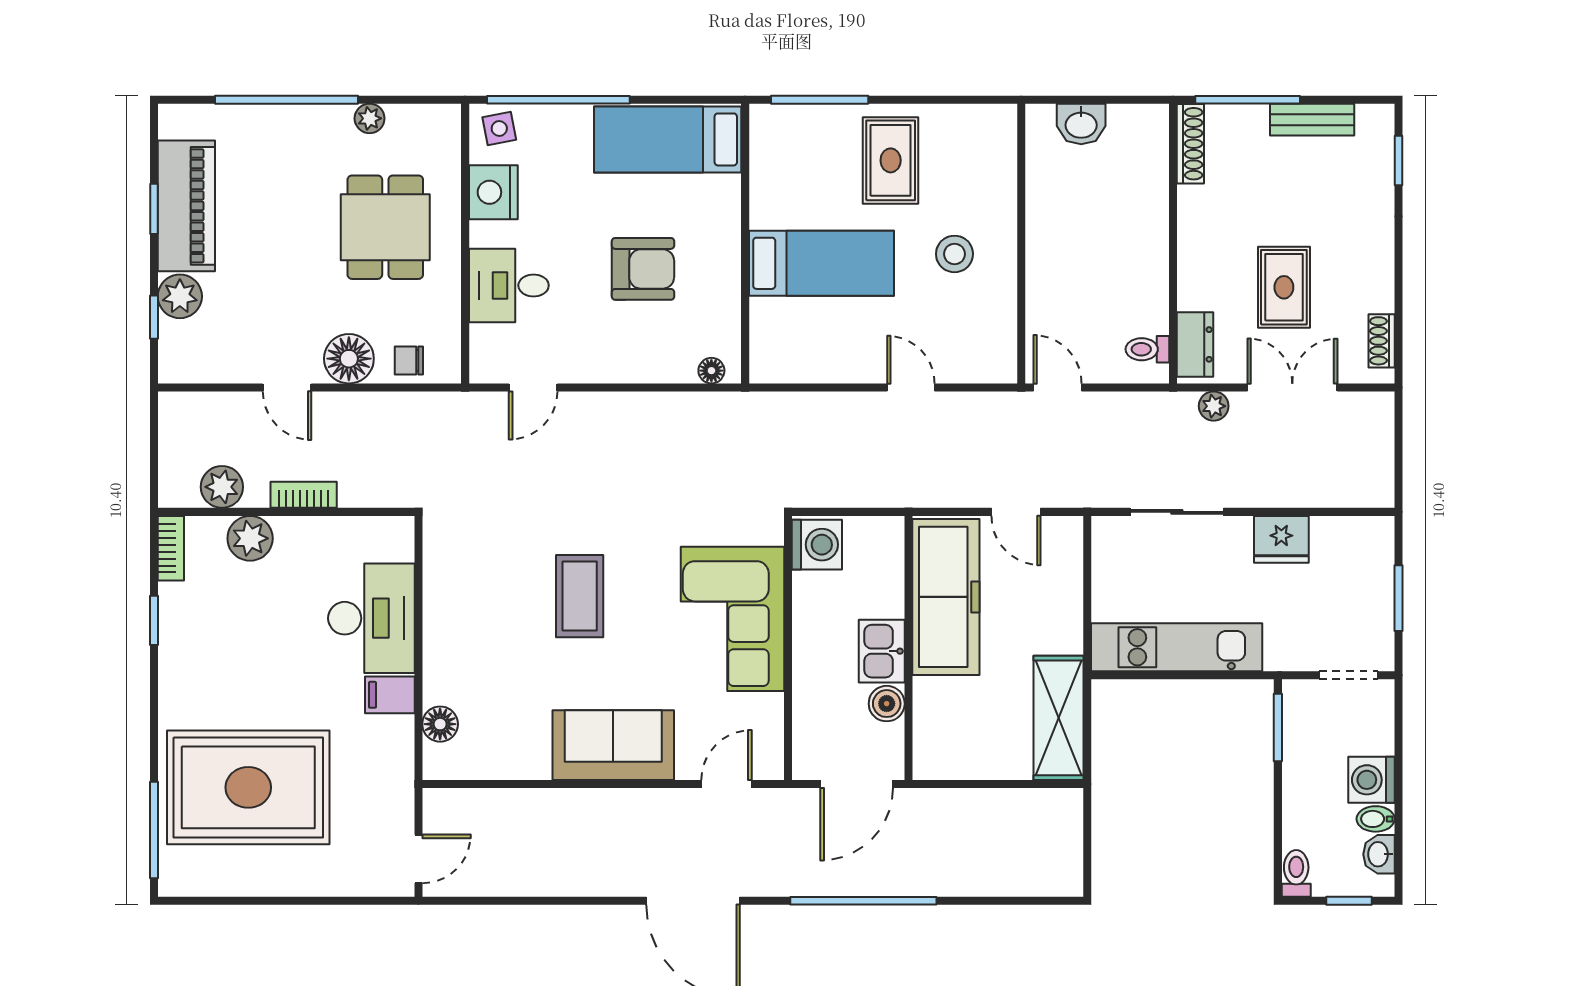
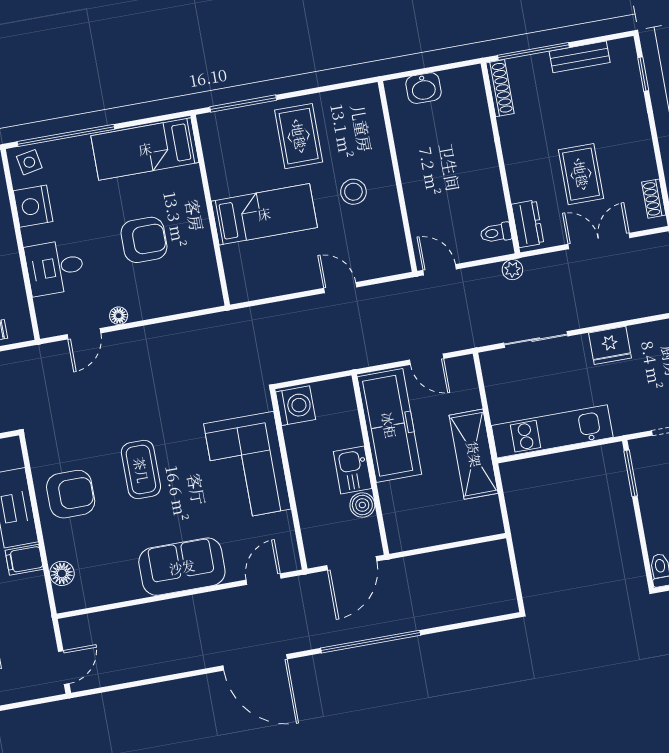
floor lamp: (711, 371) -> (119, 316), moved
plant: (1214, 406) -> (512, 270), moved
armchair: (473, 613) -> (71, 494), added
shelving: (1059, 718) -> (474, 454), moved

